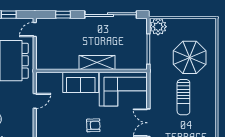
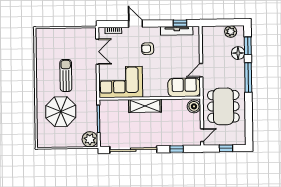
boiler: (43, 61) -> (194, 106), added
sofa: (81, 82) -> (184, 87), moved

